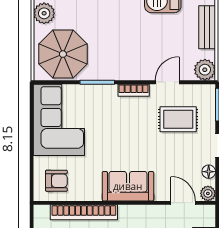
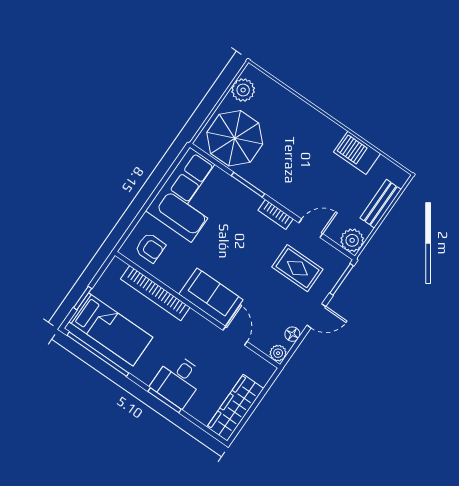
door: (183, 203) -> (235, 336), moved

